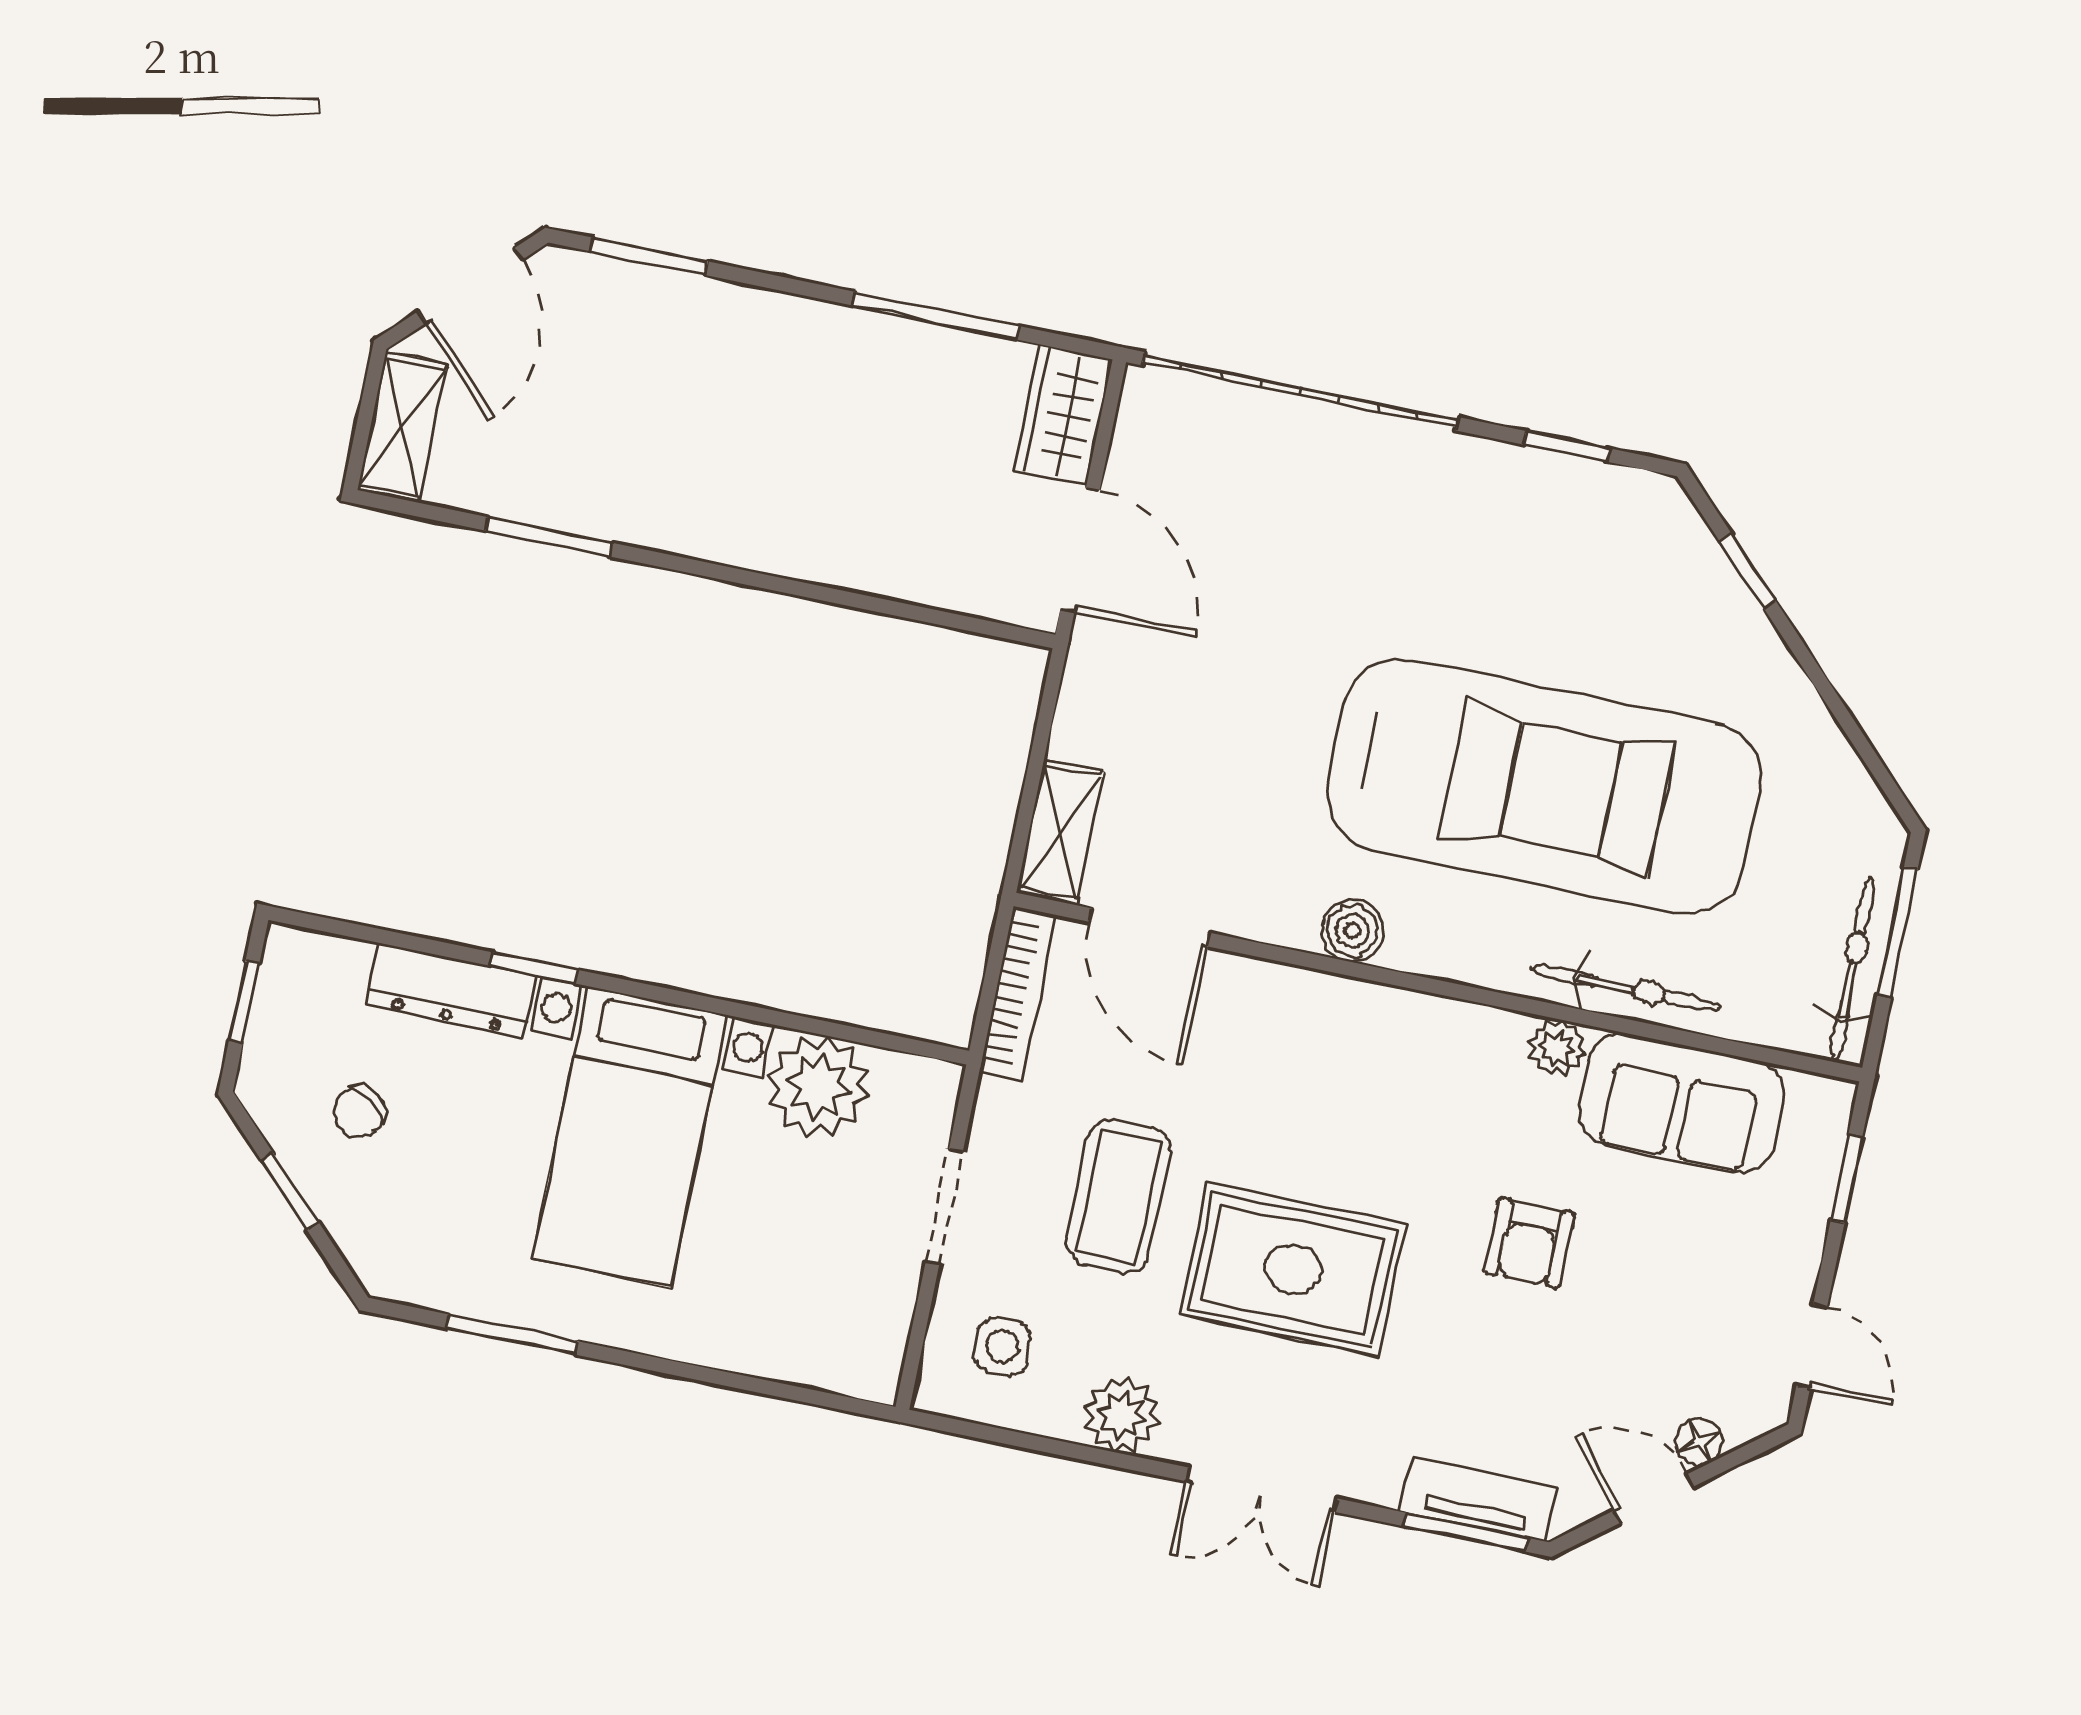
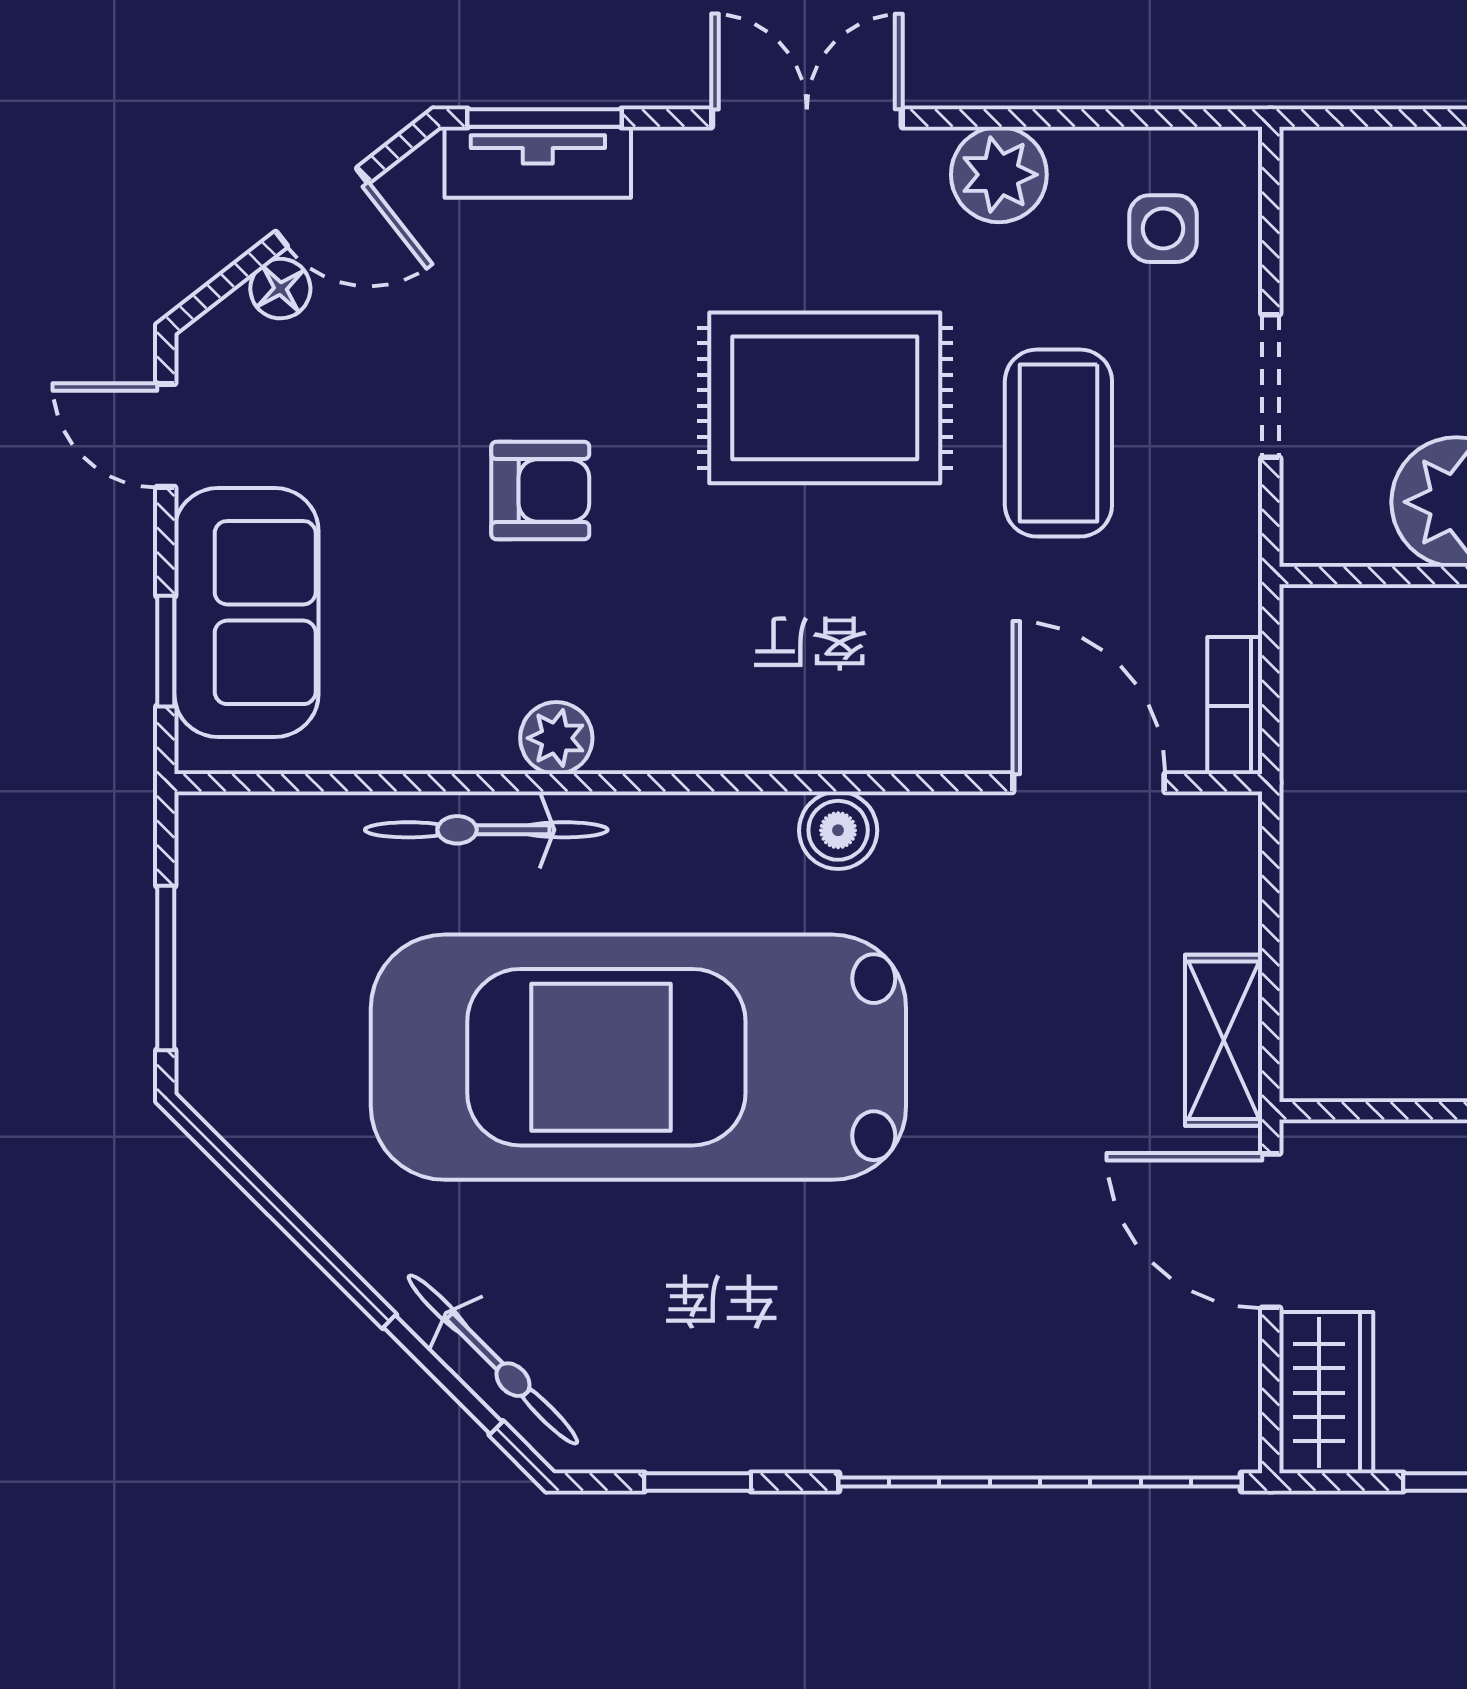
window: (1748, 571) -> (443, 1375), width x1.50
shelving: (1060, 832) -> (1224, 1040), moved
bicycle: (1852, 970) -> (493, 1360), moved, turned -45
bookcase: (1017, 994) -> (1235, 706), width x0.64
sofa: (1681, 1103) -> (246, 613), moved, turned 90
armchair: (1529, 1243) -> (540, 490), turned 90

